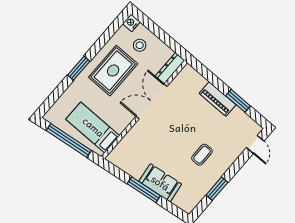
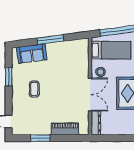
stool: (140, 45) -> (101, 72), moved
piano: (218, 99) -> (65, 129), moved
sofa: (160, 183) -> (32, 54), moved

